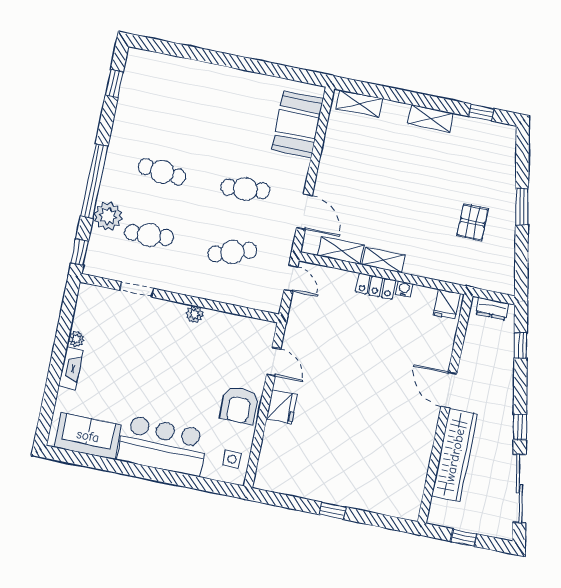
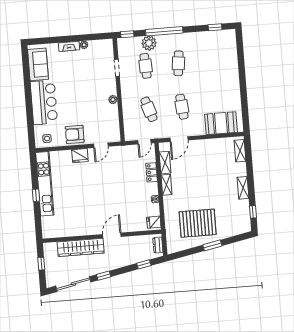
pallet: (472, 222) -> (198, 223), width x2.05, depth x2.00
locker: (376, 286) -> (152, 172), moved
kitchen unit: (316, 488) -> (45, 184), added

